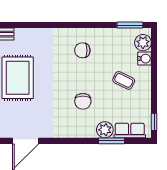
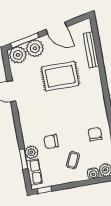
chair: (82, 50) -> (95, 134), moved
chair: (83, 101) -> (51, 142), moved

